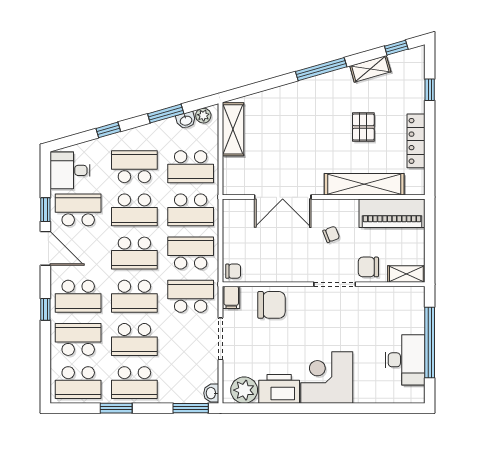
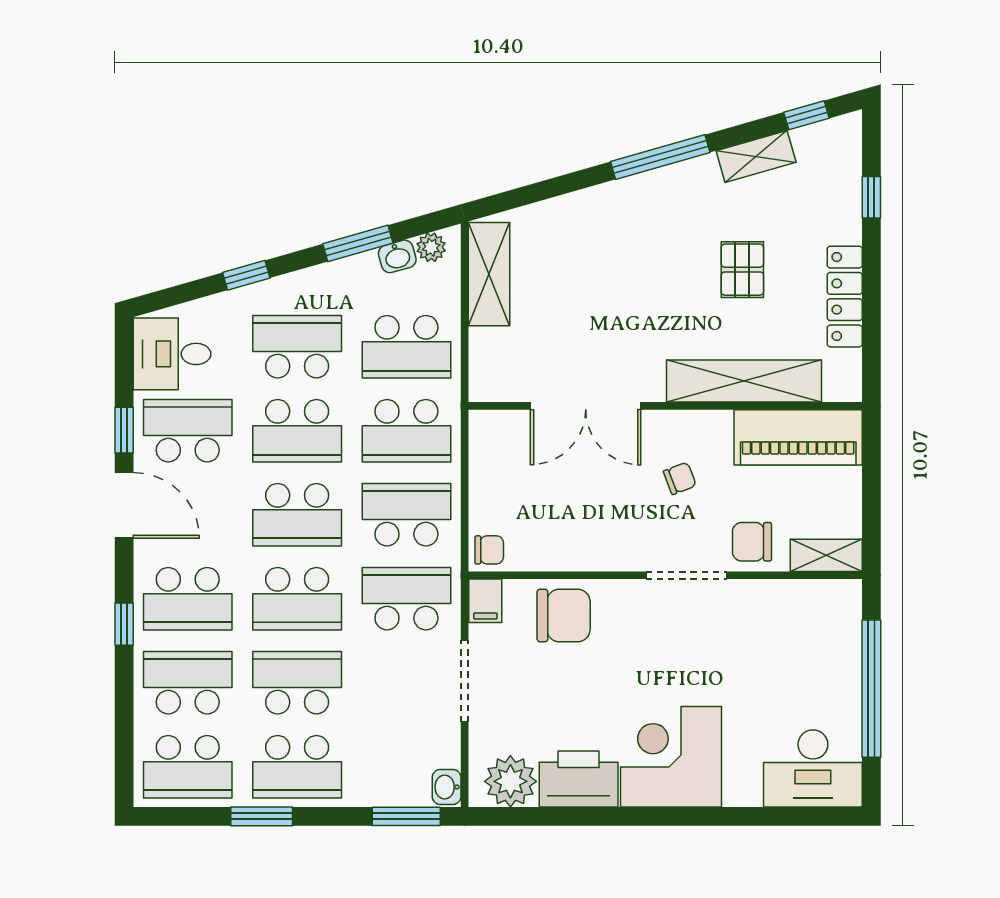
school desk: (134, 339) -> (297, 683), turned 180
desk: (405, 360) -> (813, 768), moved, turned 90

